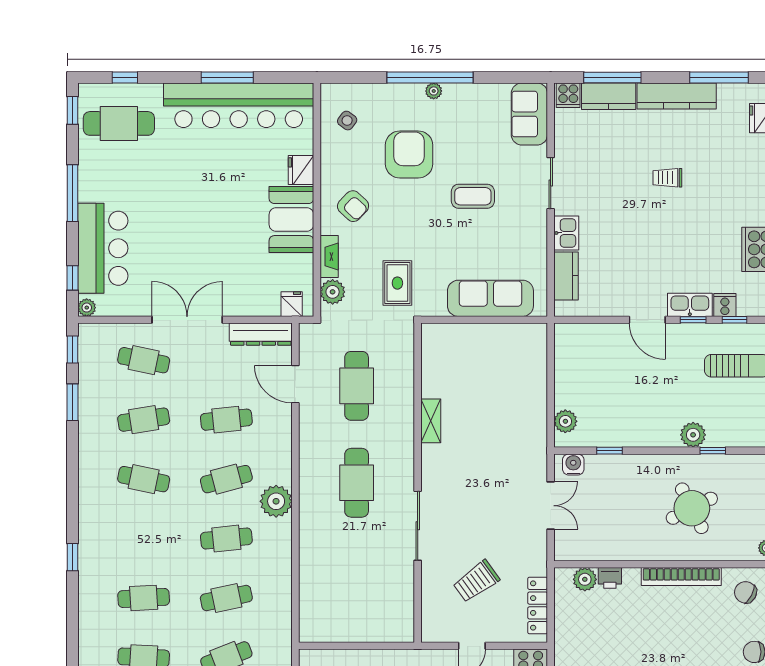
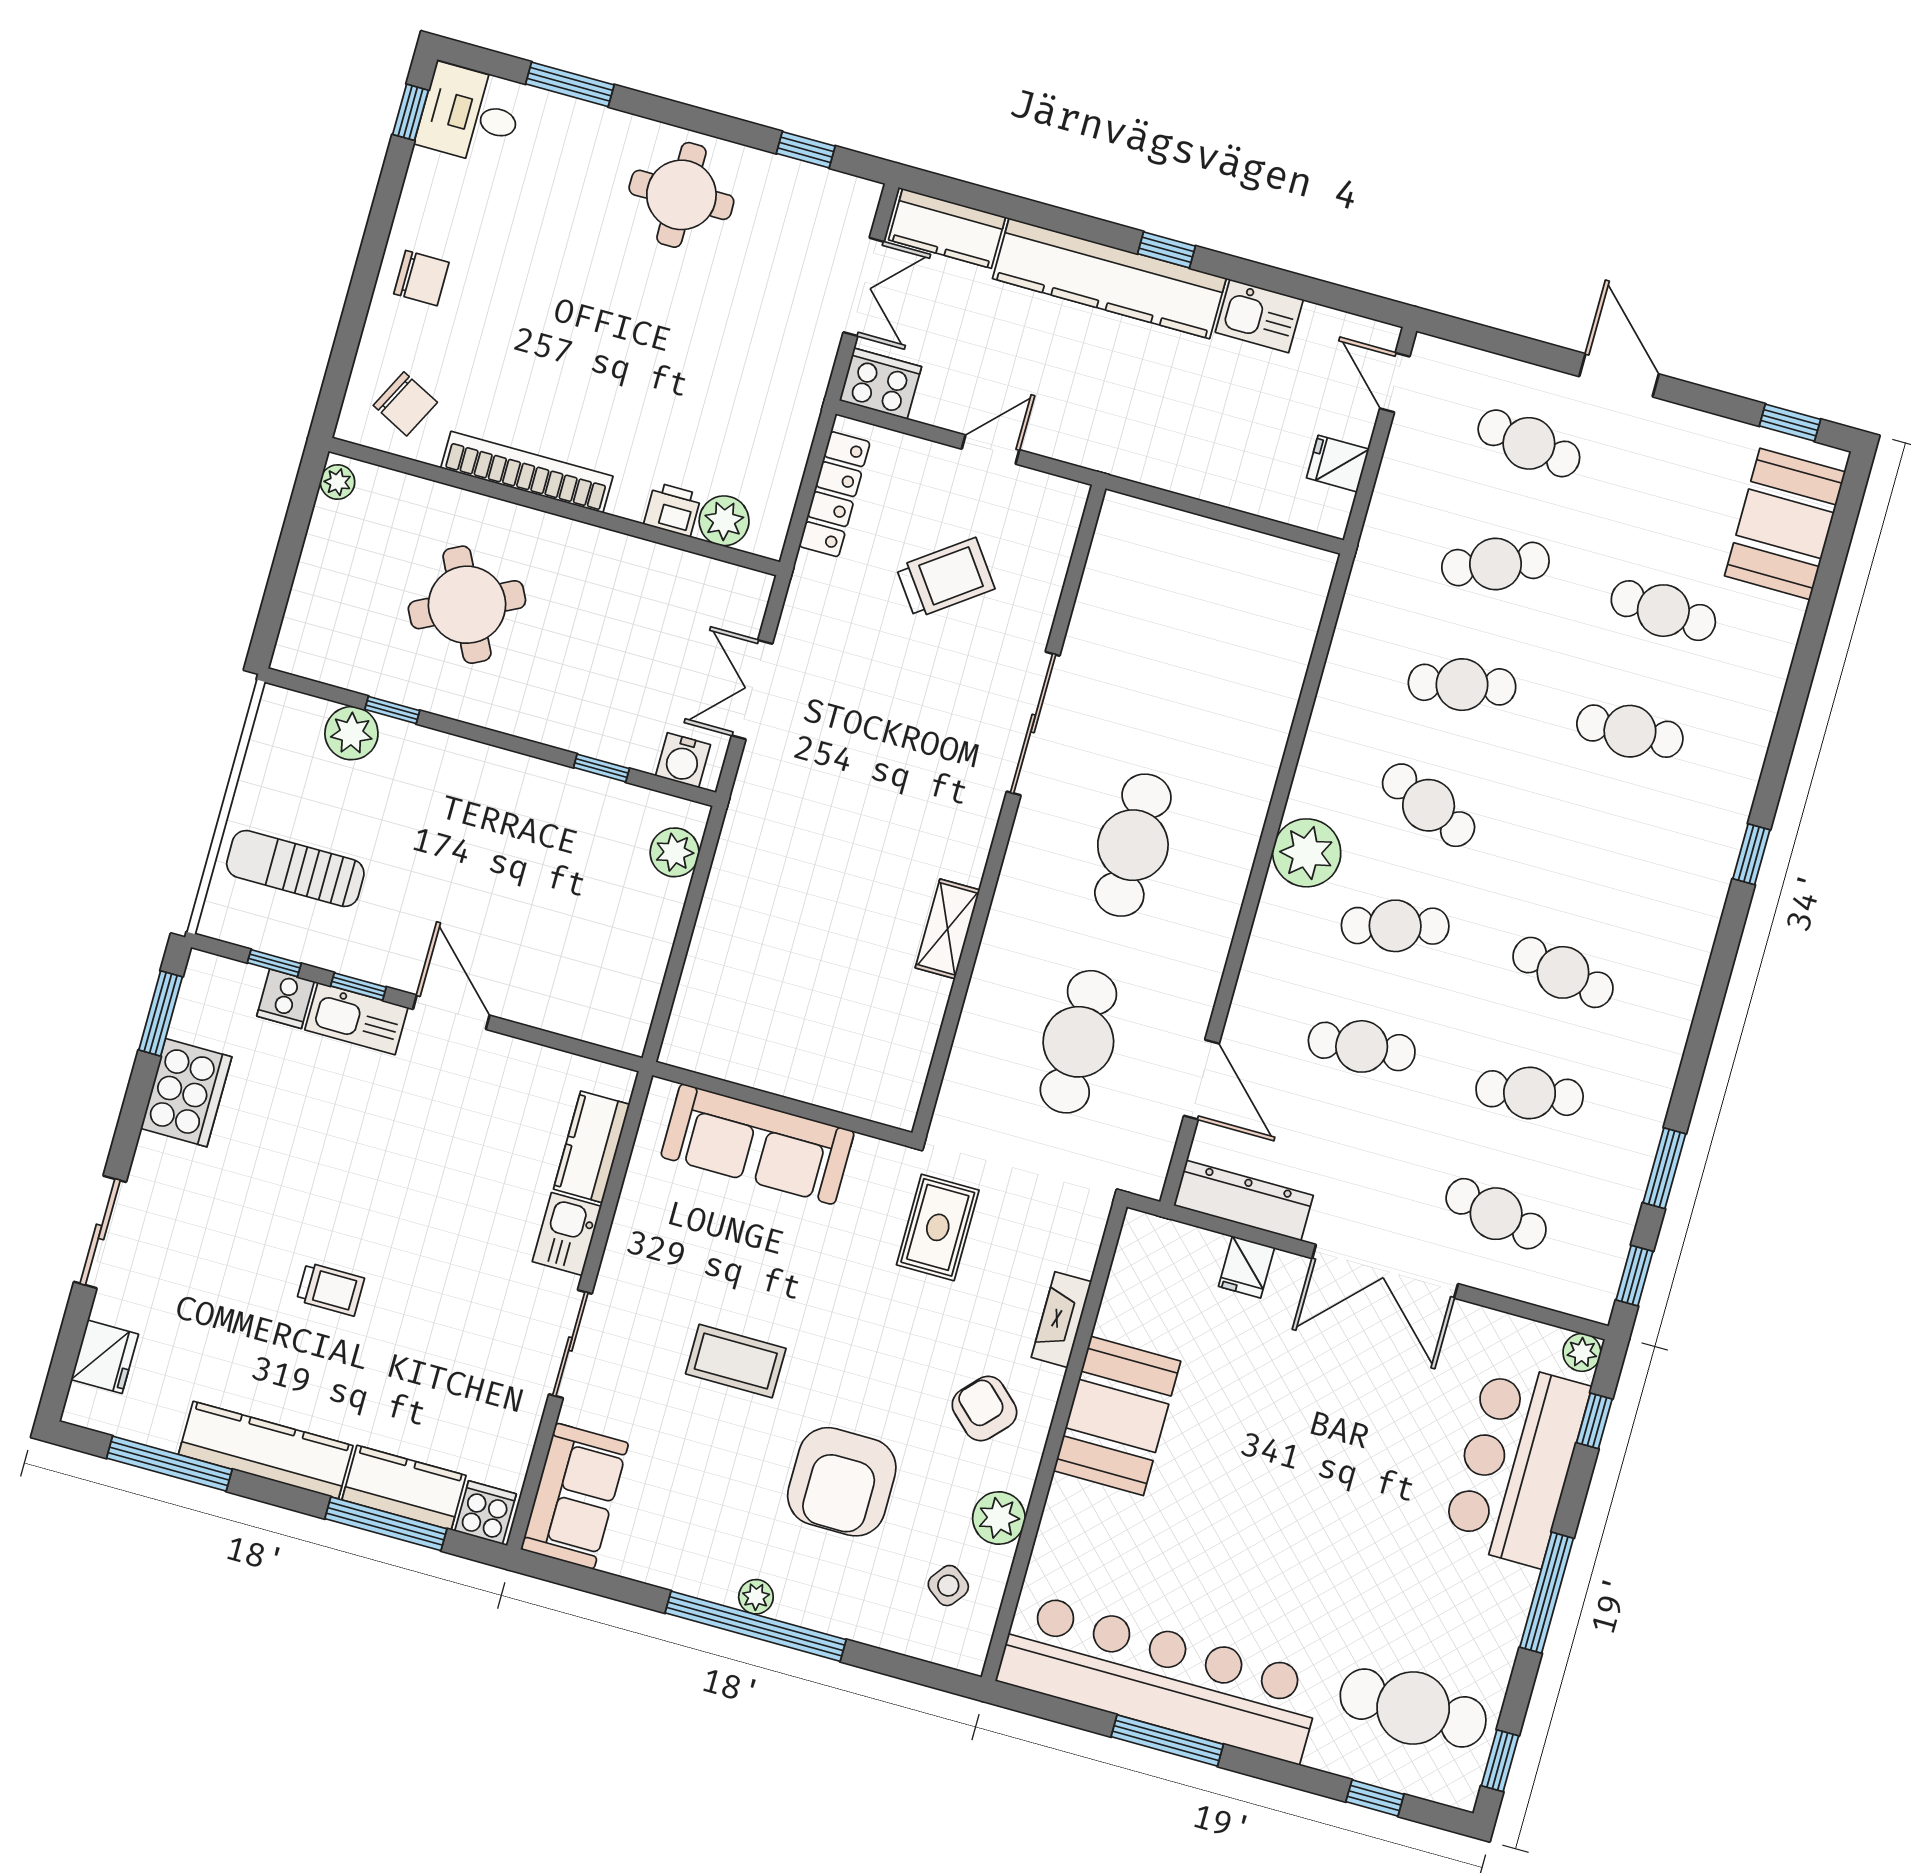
fridge: (301, 170) -> (1070, 1511), removed
plant: (333, 292) -> (999, 1518), moved
fridge: (292, 304) -> (1247, 1267), moved
plant: (693, 435) -> (351, 733), moved
cafe table: (226, 539) -> (1429, 805), turned 30

